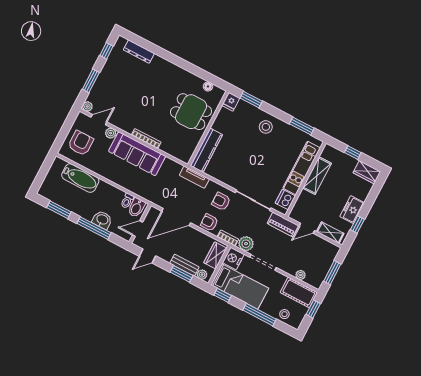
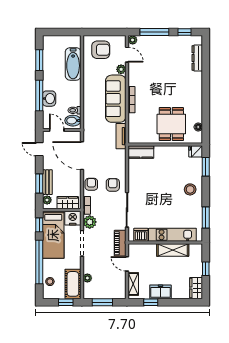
window: (91, 81) -> (154, 32), width x1.44
kitchen counter: (206, 150) -> (141, 152), width x0.67
tv unit: (194, 177) -> (121, 136), moved
window: (260, 315) -> (39, 262), width x1.46

